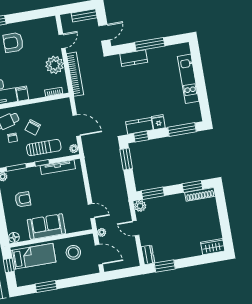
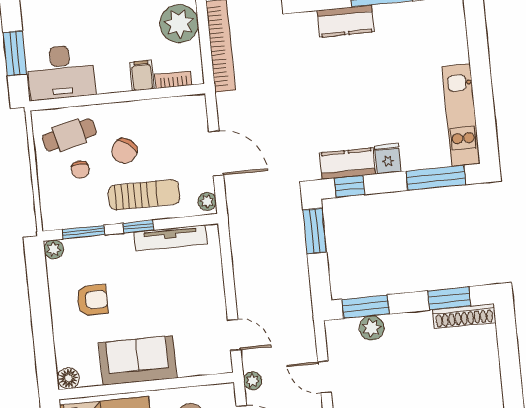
kitchen unit: (188, 79) -> (461, 115), moved
filing cabinet: (22, 94) -> (142, 75), moved
plant: (140, 206) -> (372, 328), moved

